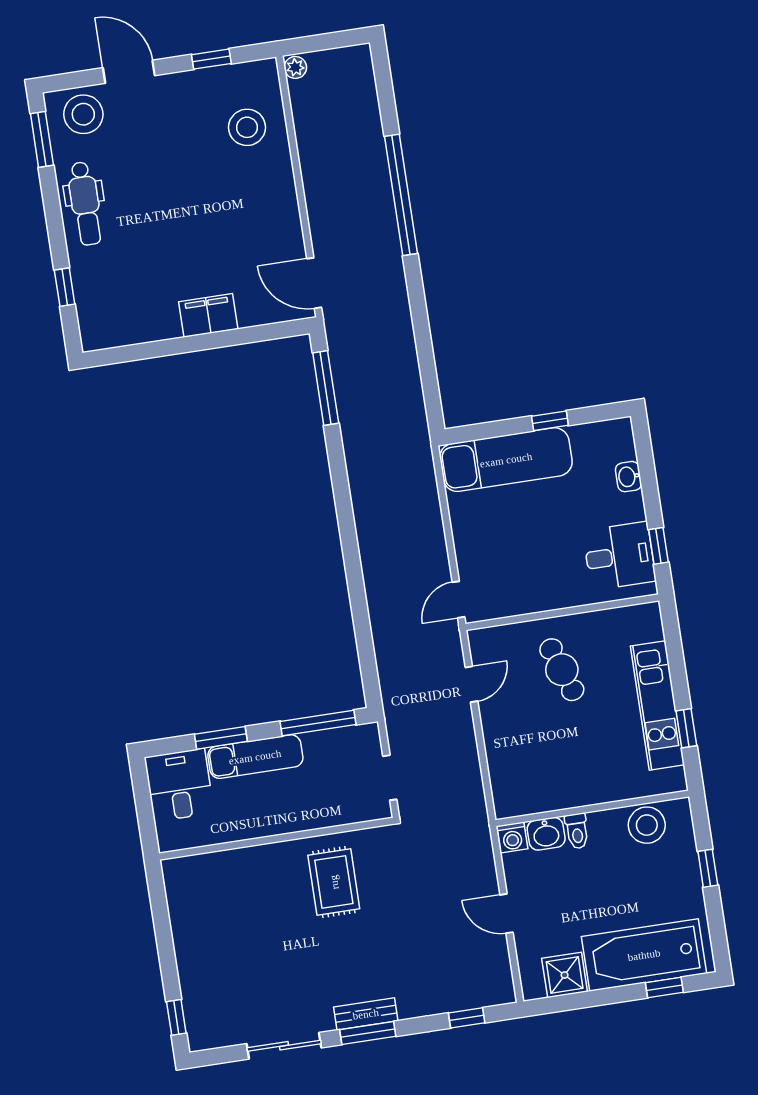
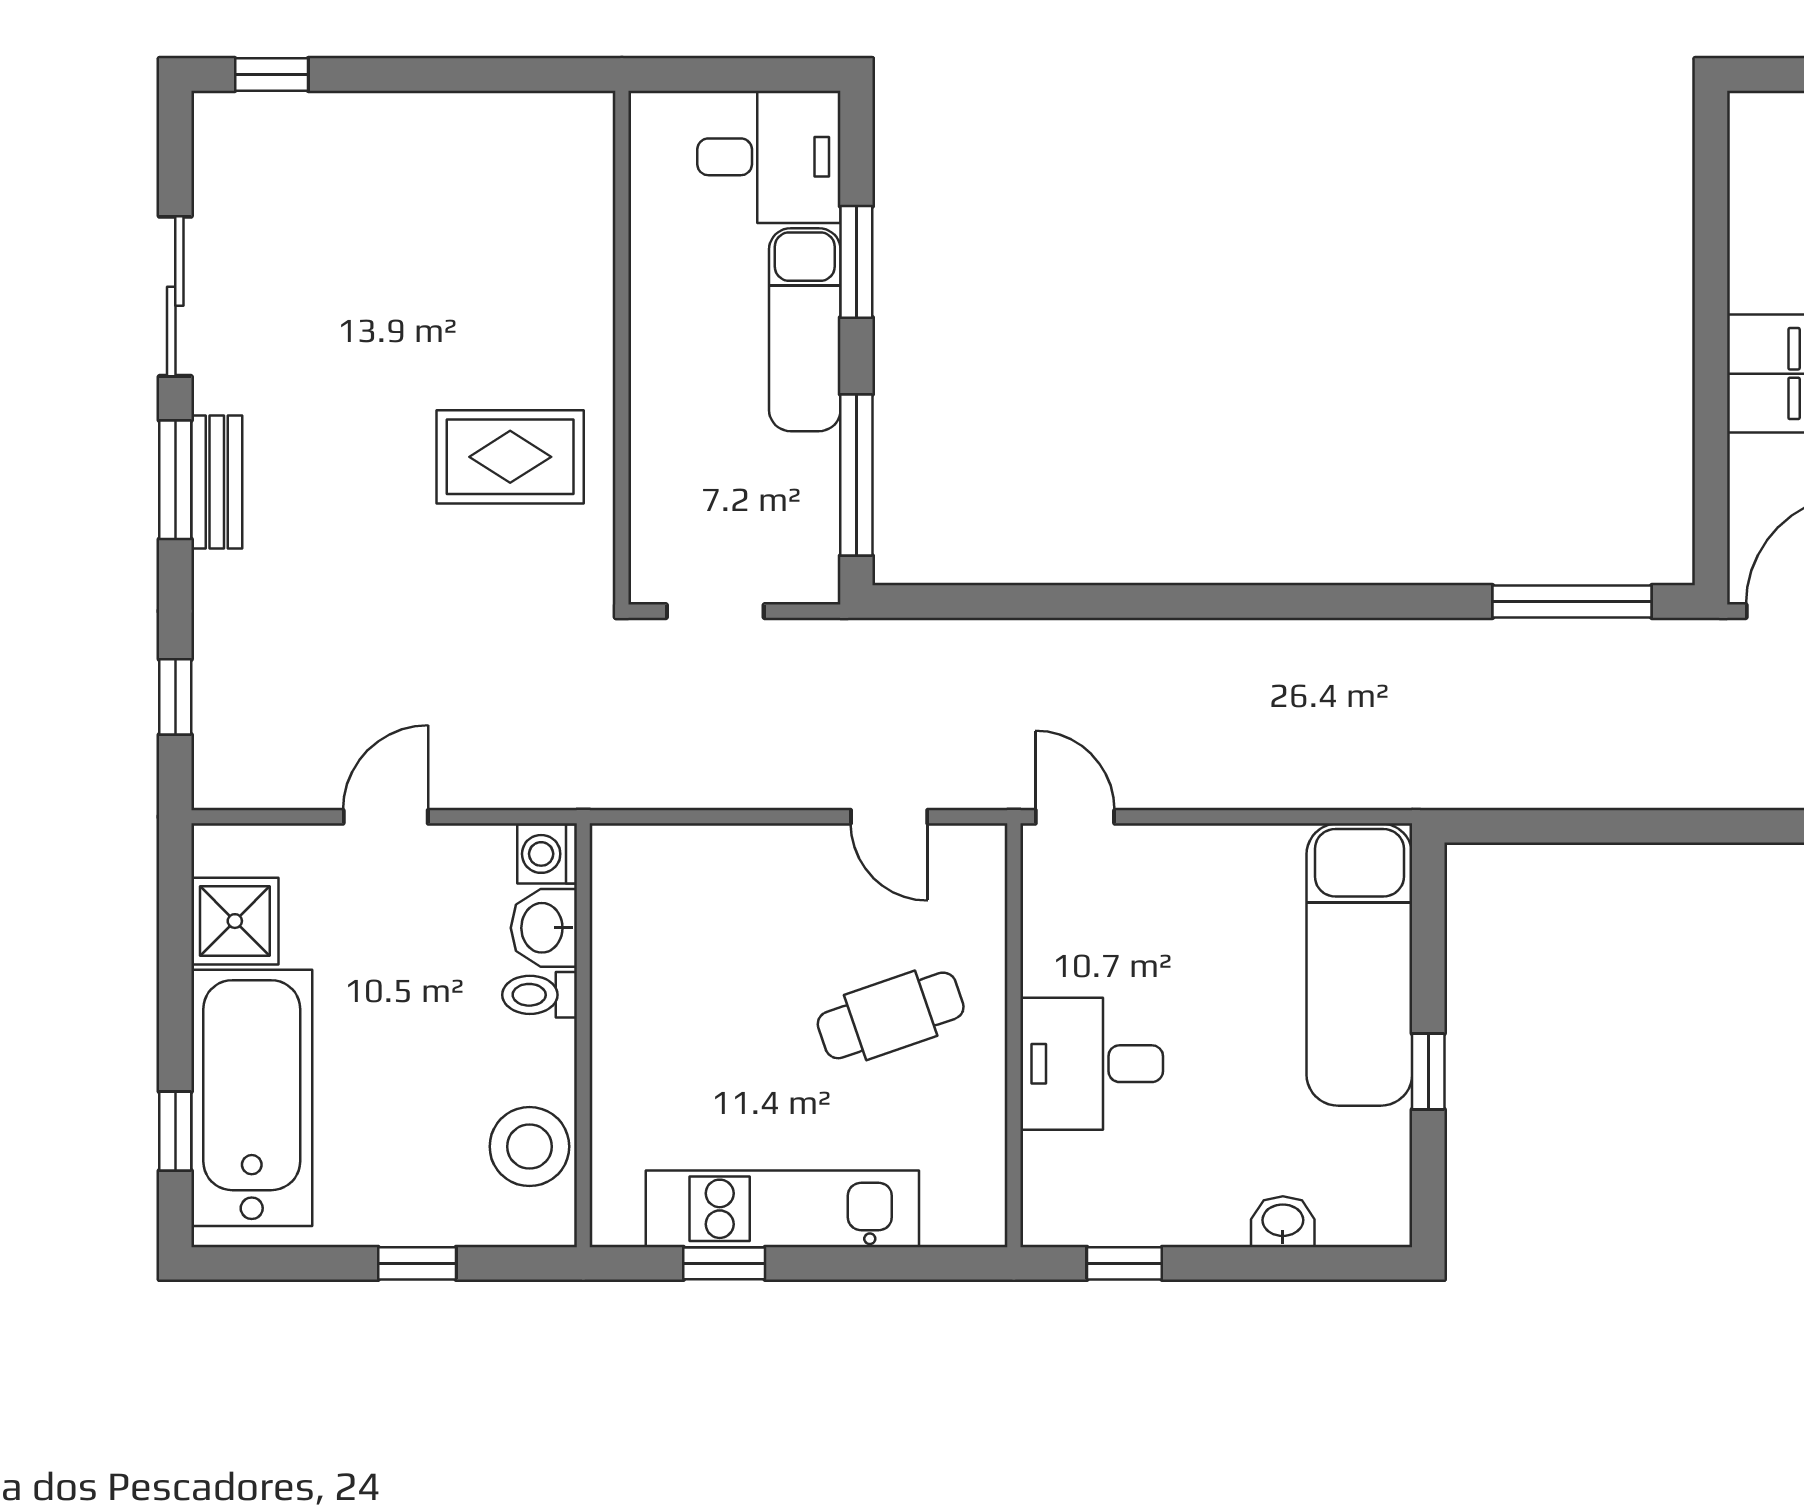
desk: (619, 556) -> (1092, 1064), moved, turned 90

